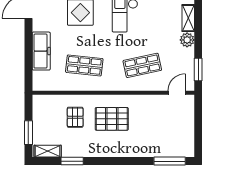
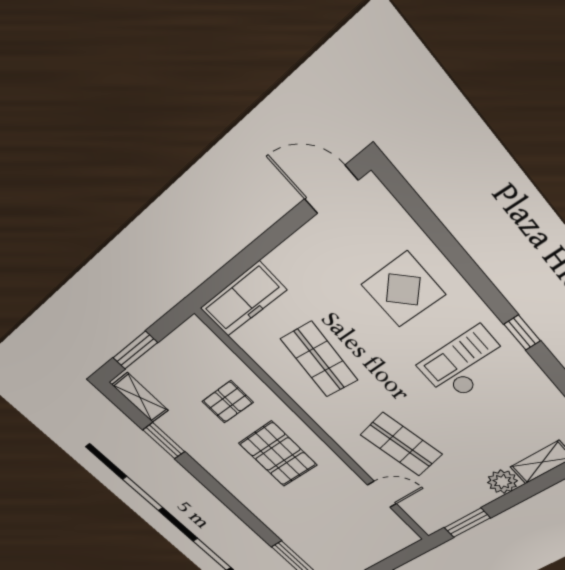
freezer: (41, 51) -> (243, 299), moved
door: (177, 93) -> (382, 494), moved

